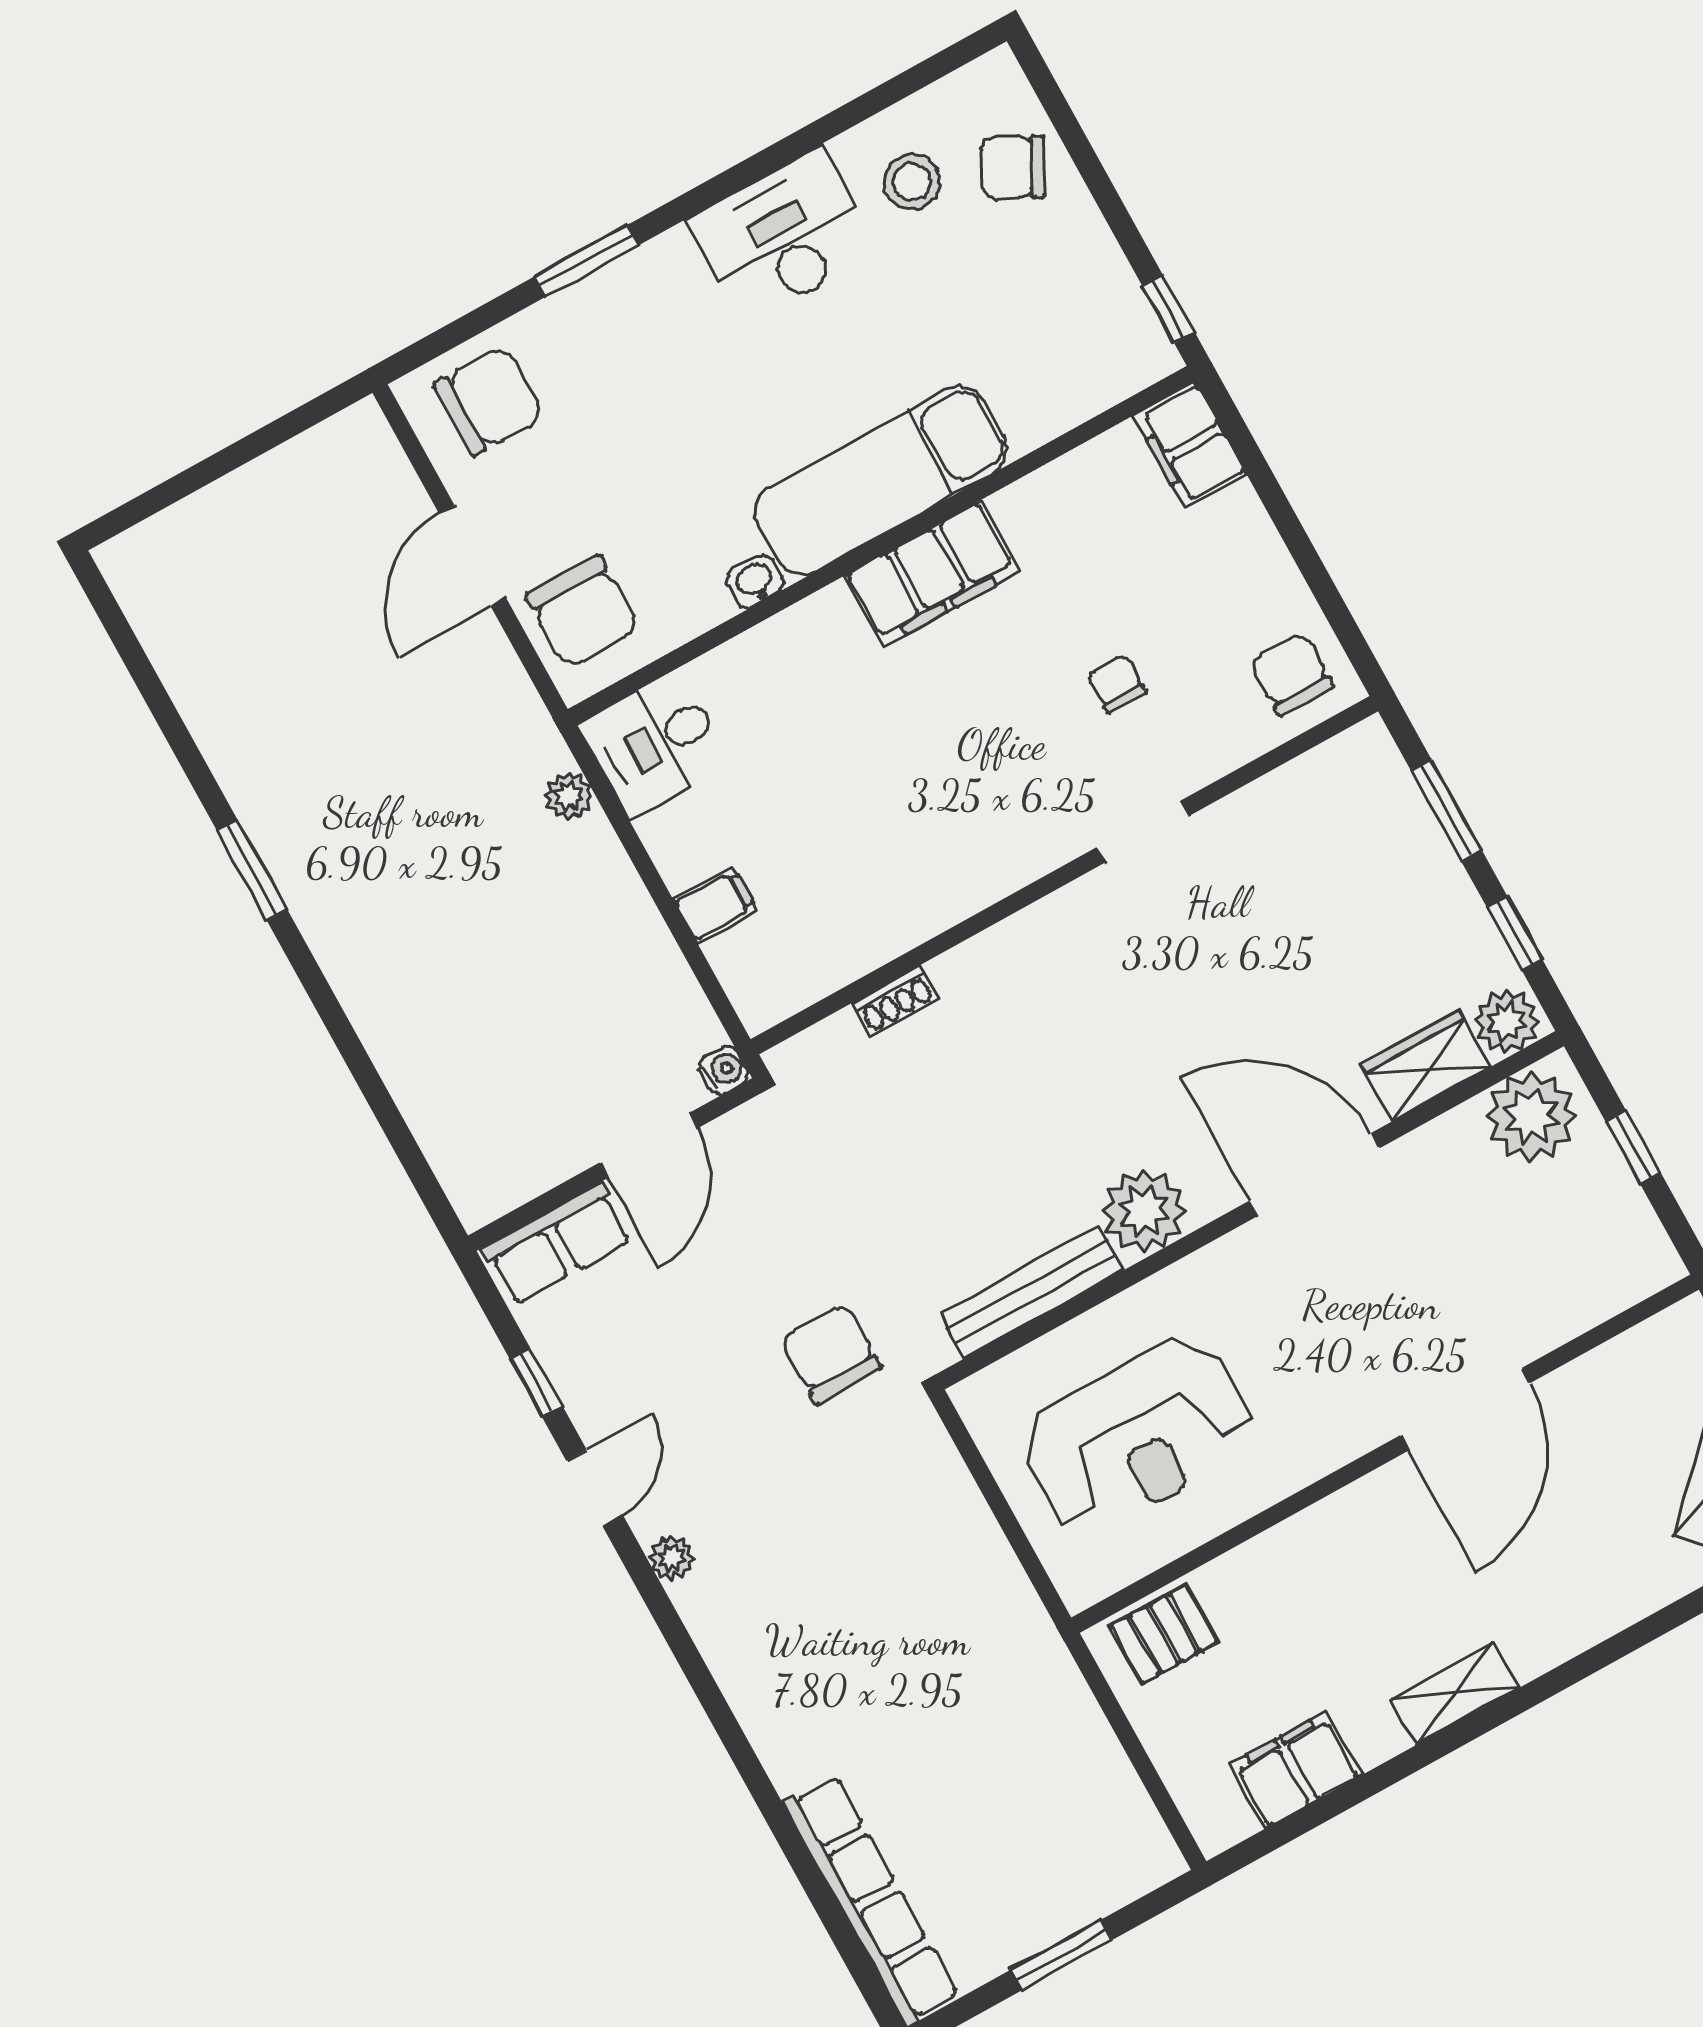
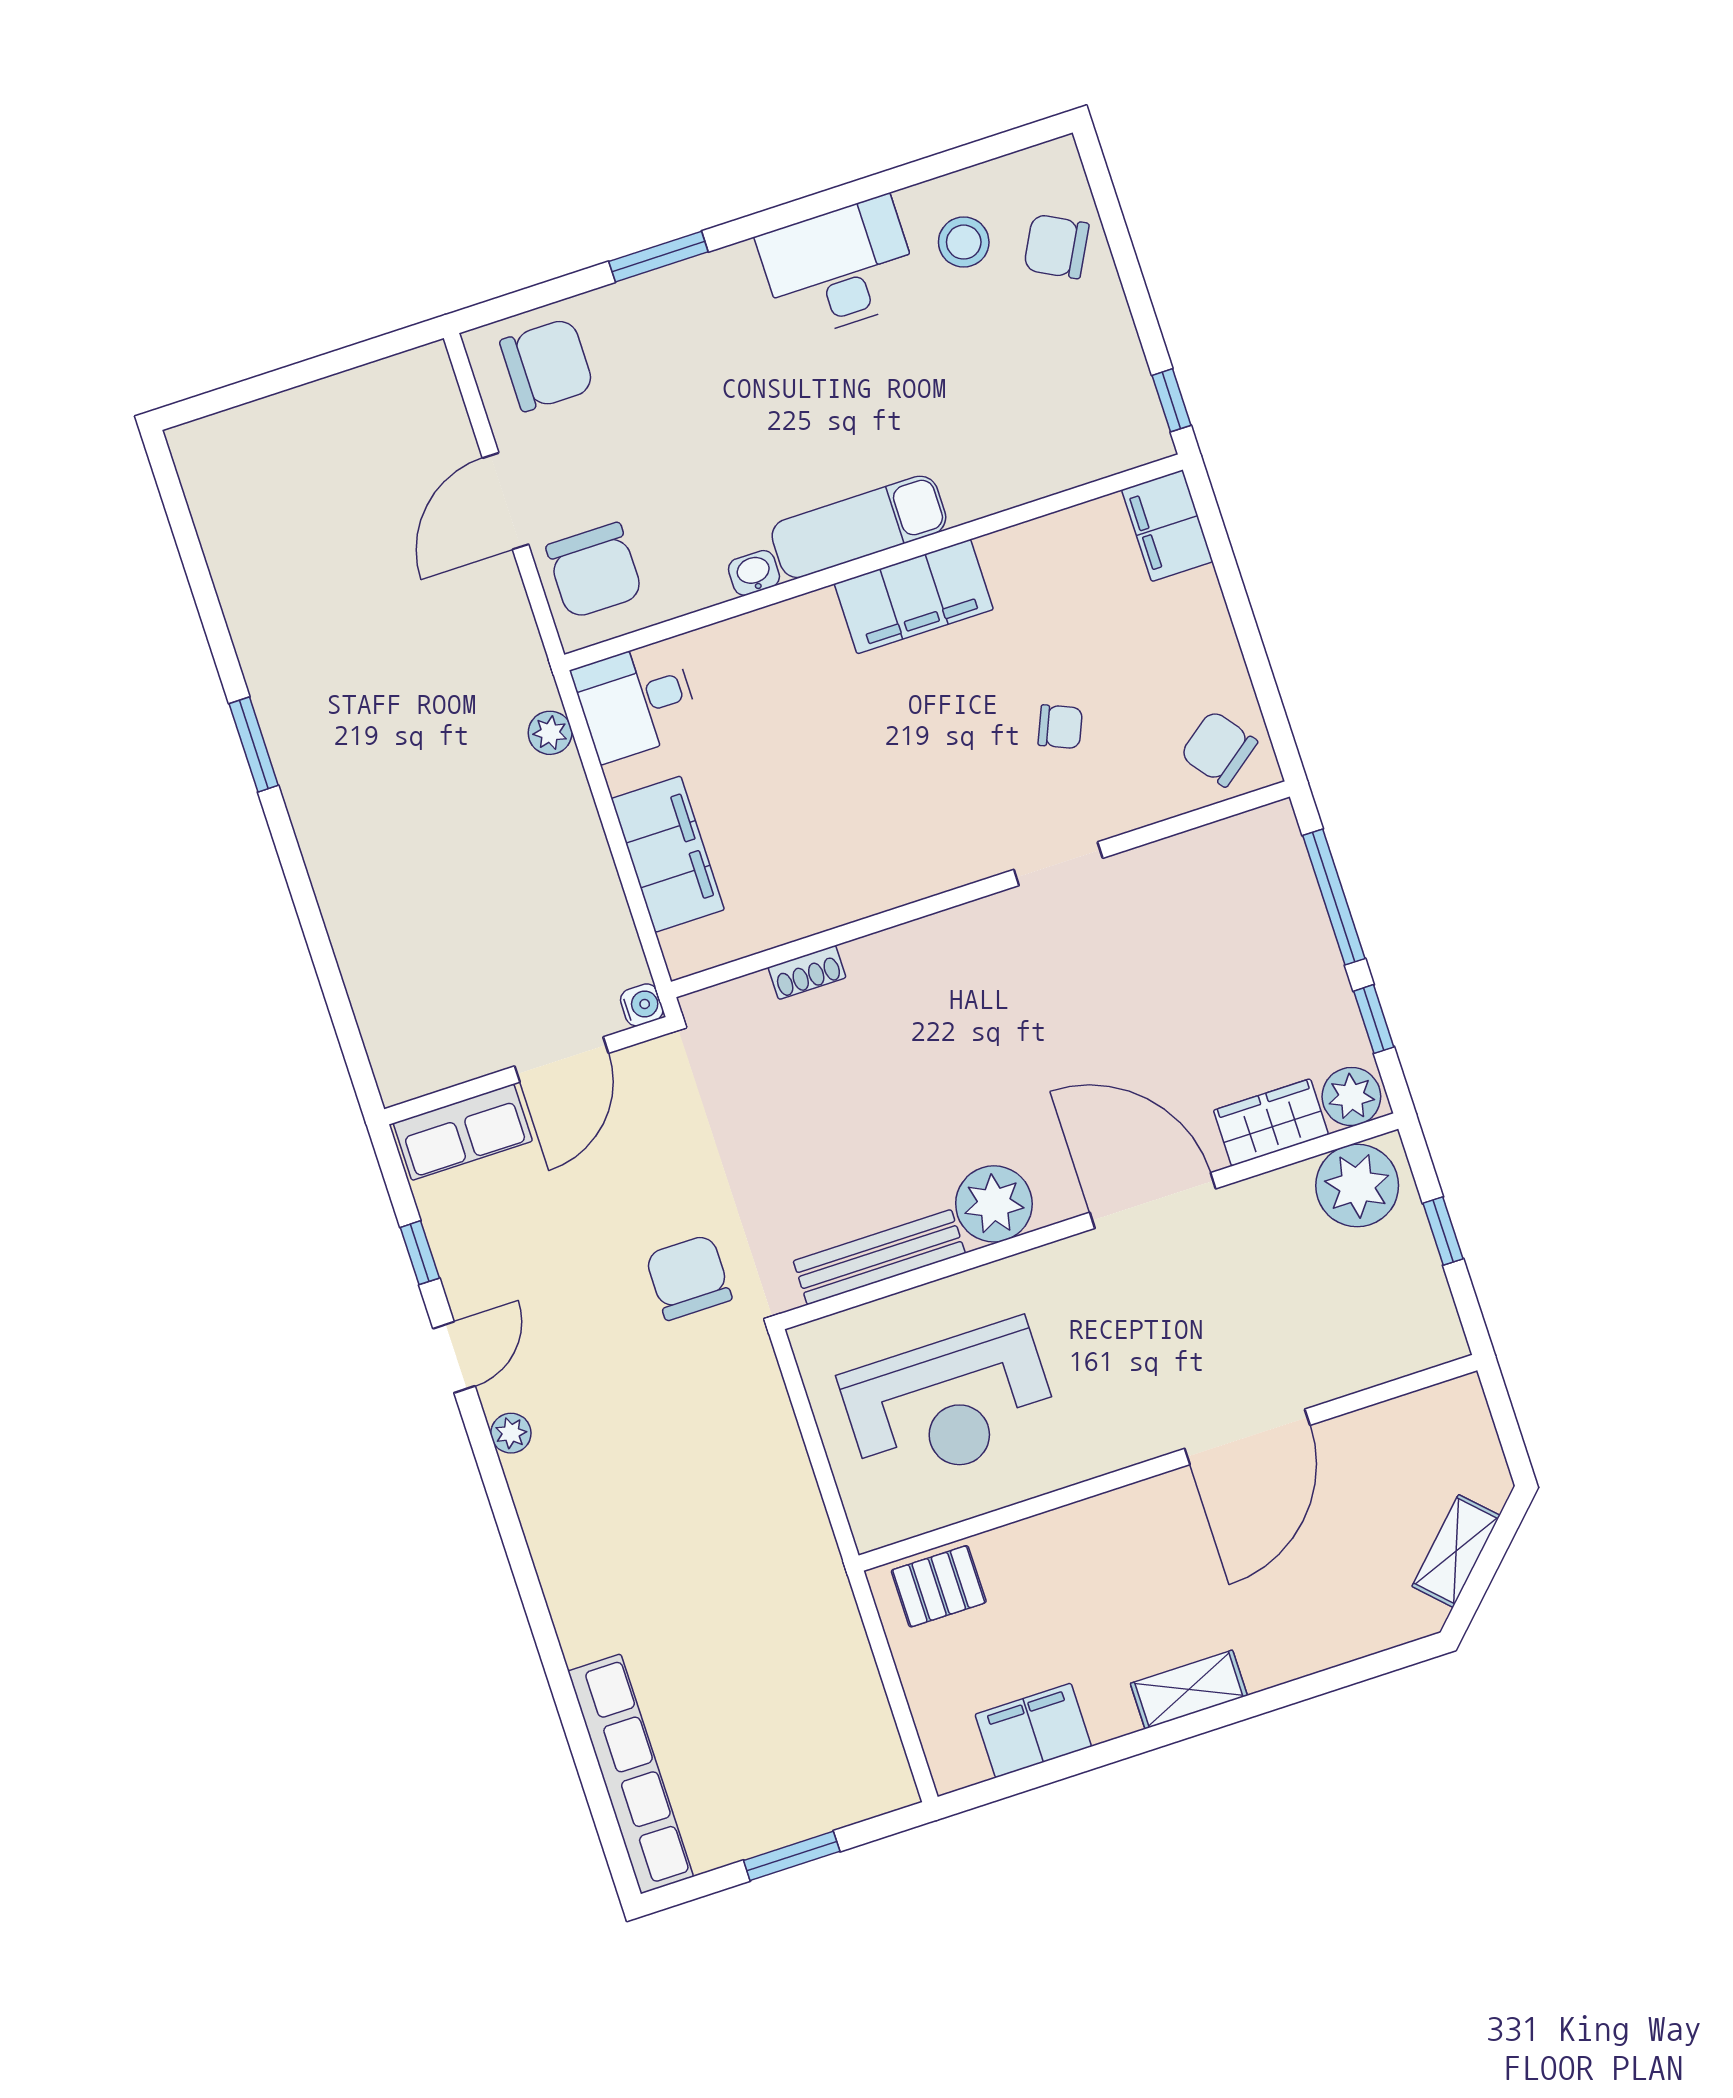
exam couch: (881, 480) -> (859, 527), width x0.73, depth x0.69
chair: (1292, 674) -> (1219, 749), turned -37
chair: (1116, 684) -> (1060, 727), turned 113
window: (1446, 810) -> (1334, 897), width x1.44
filing cabinet: (715, 905) -> (668, 854), width x3.00, depth x1.17

